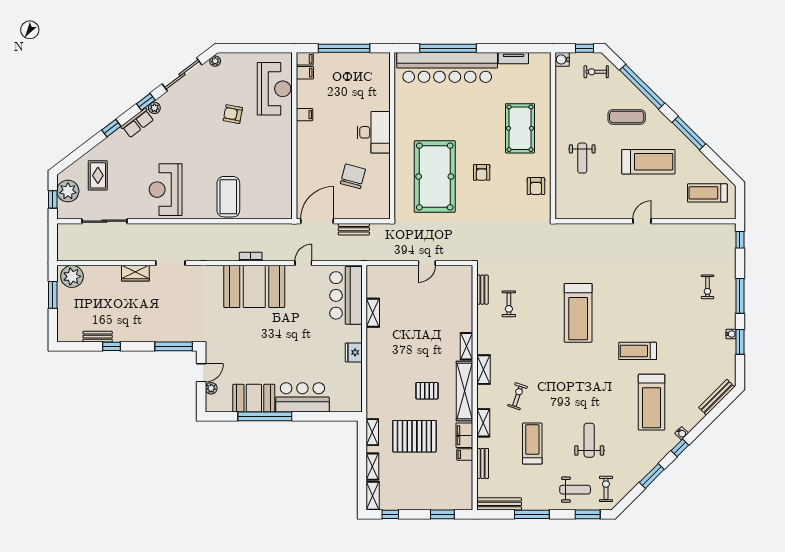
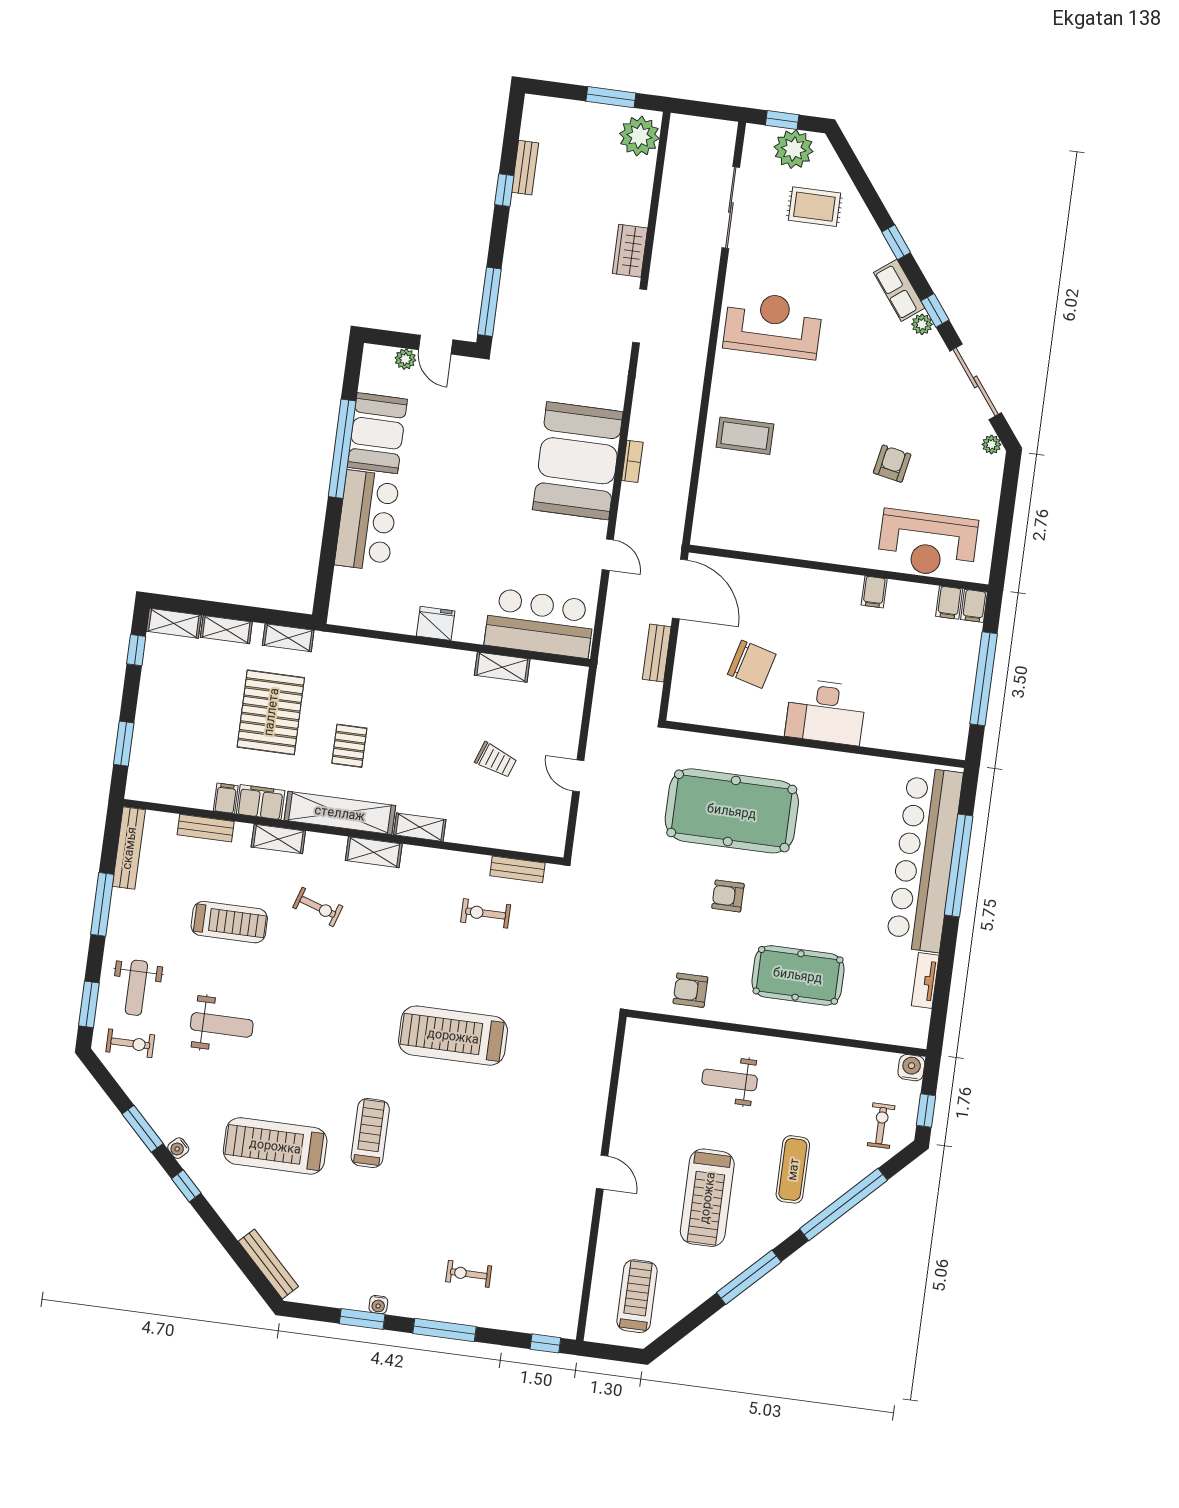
coffee table: (228, 197) -> (745, 436), width x0.73, depth x0.76
trolley: (424, 310) -> (496, 760), added
water cooler: (682, 433) -> (178, 1148), moved

